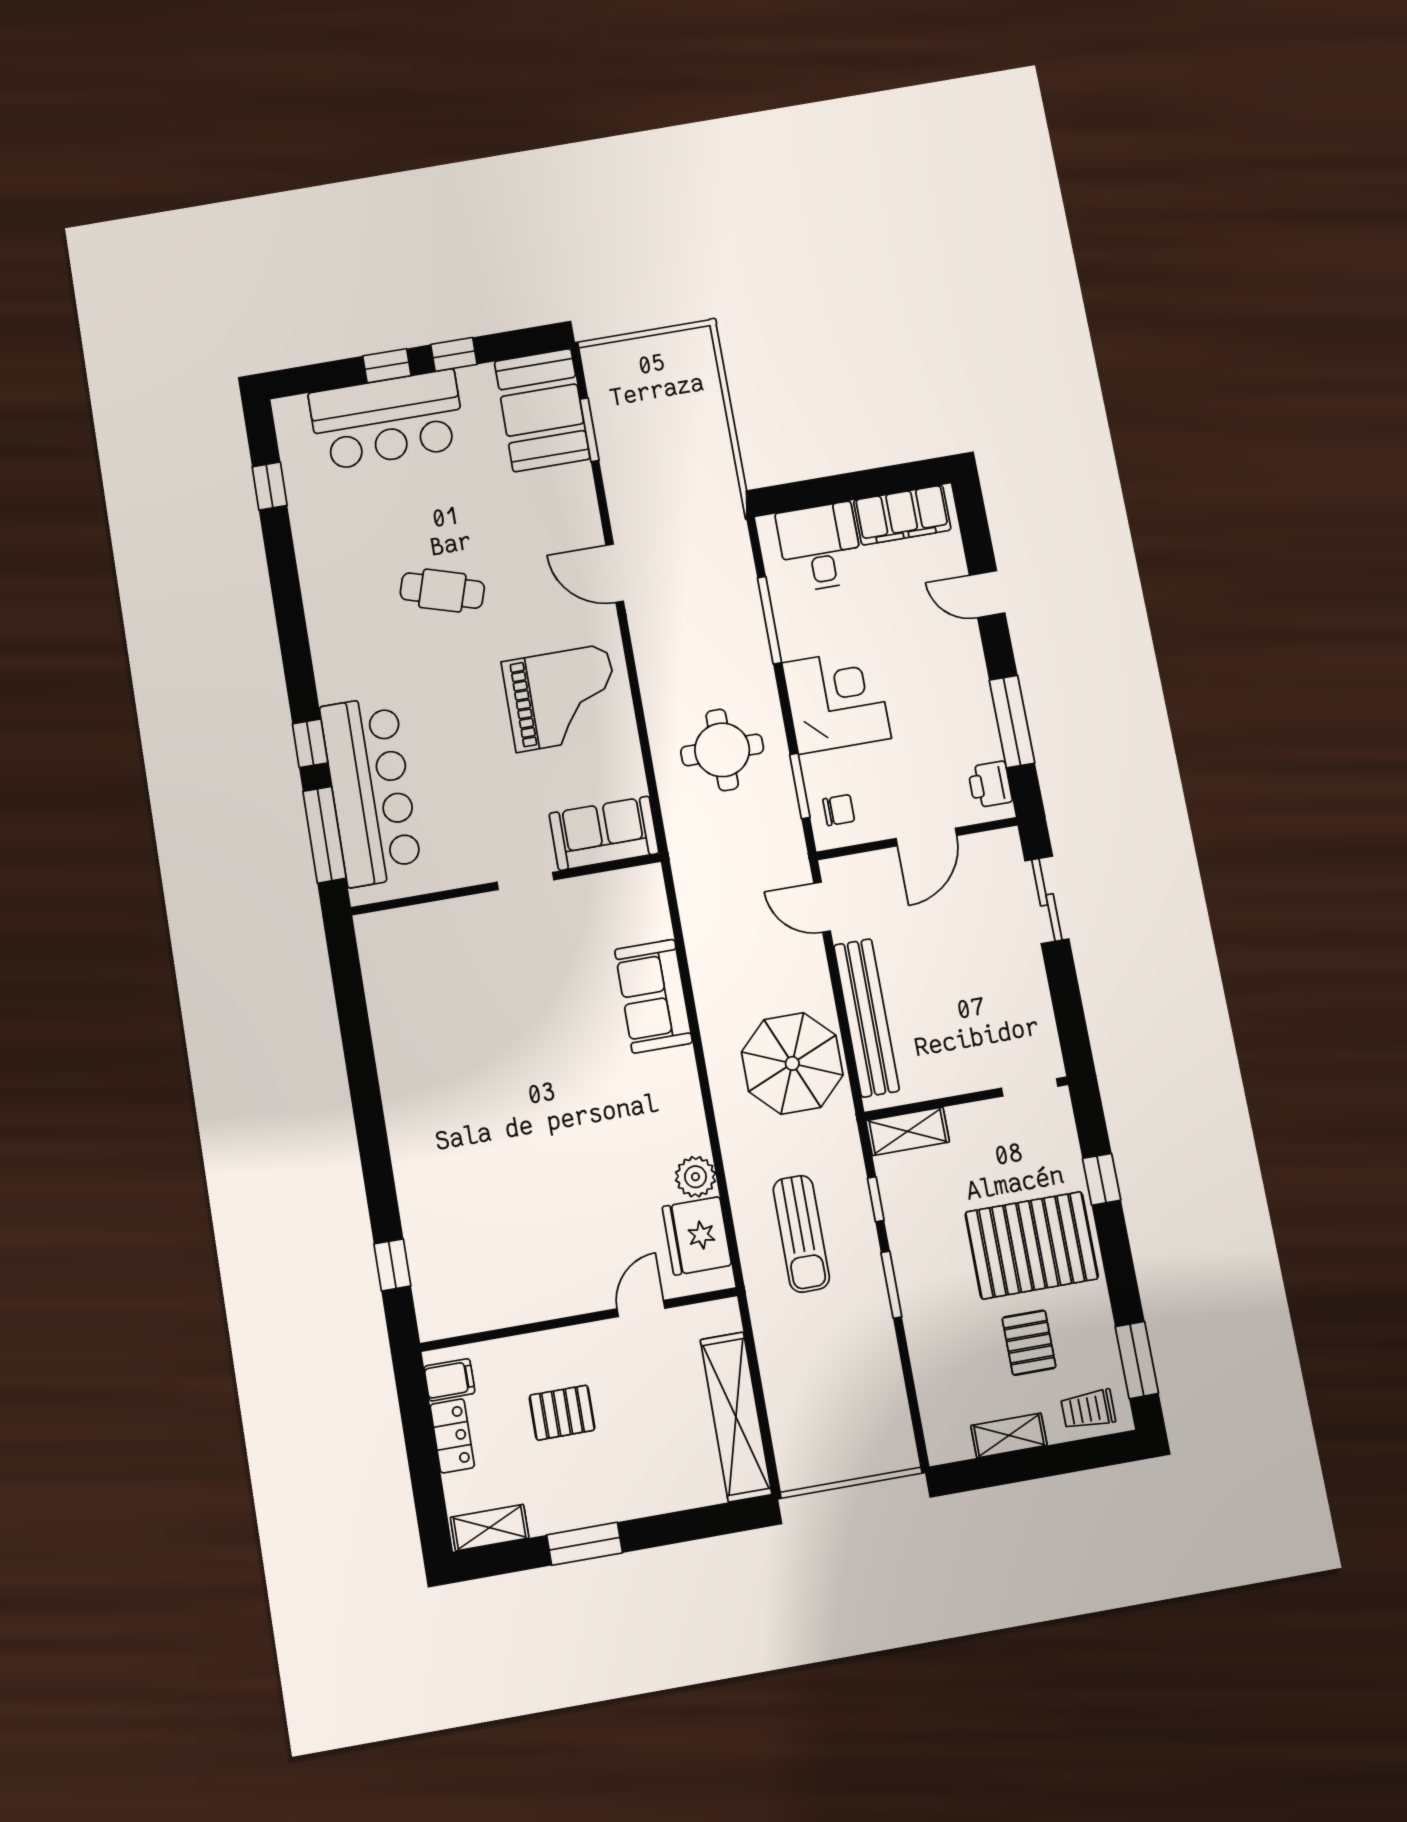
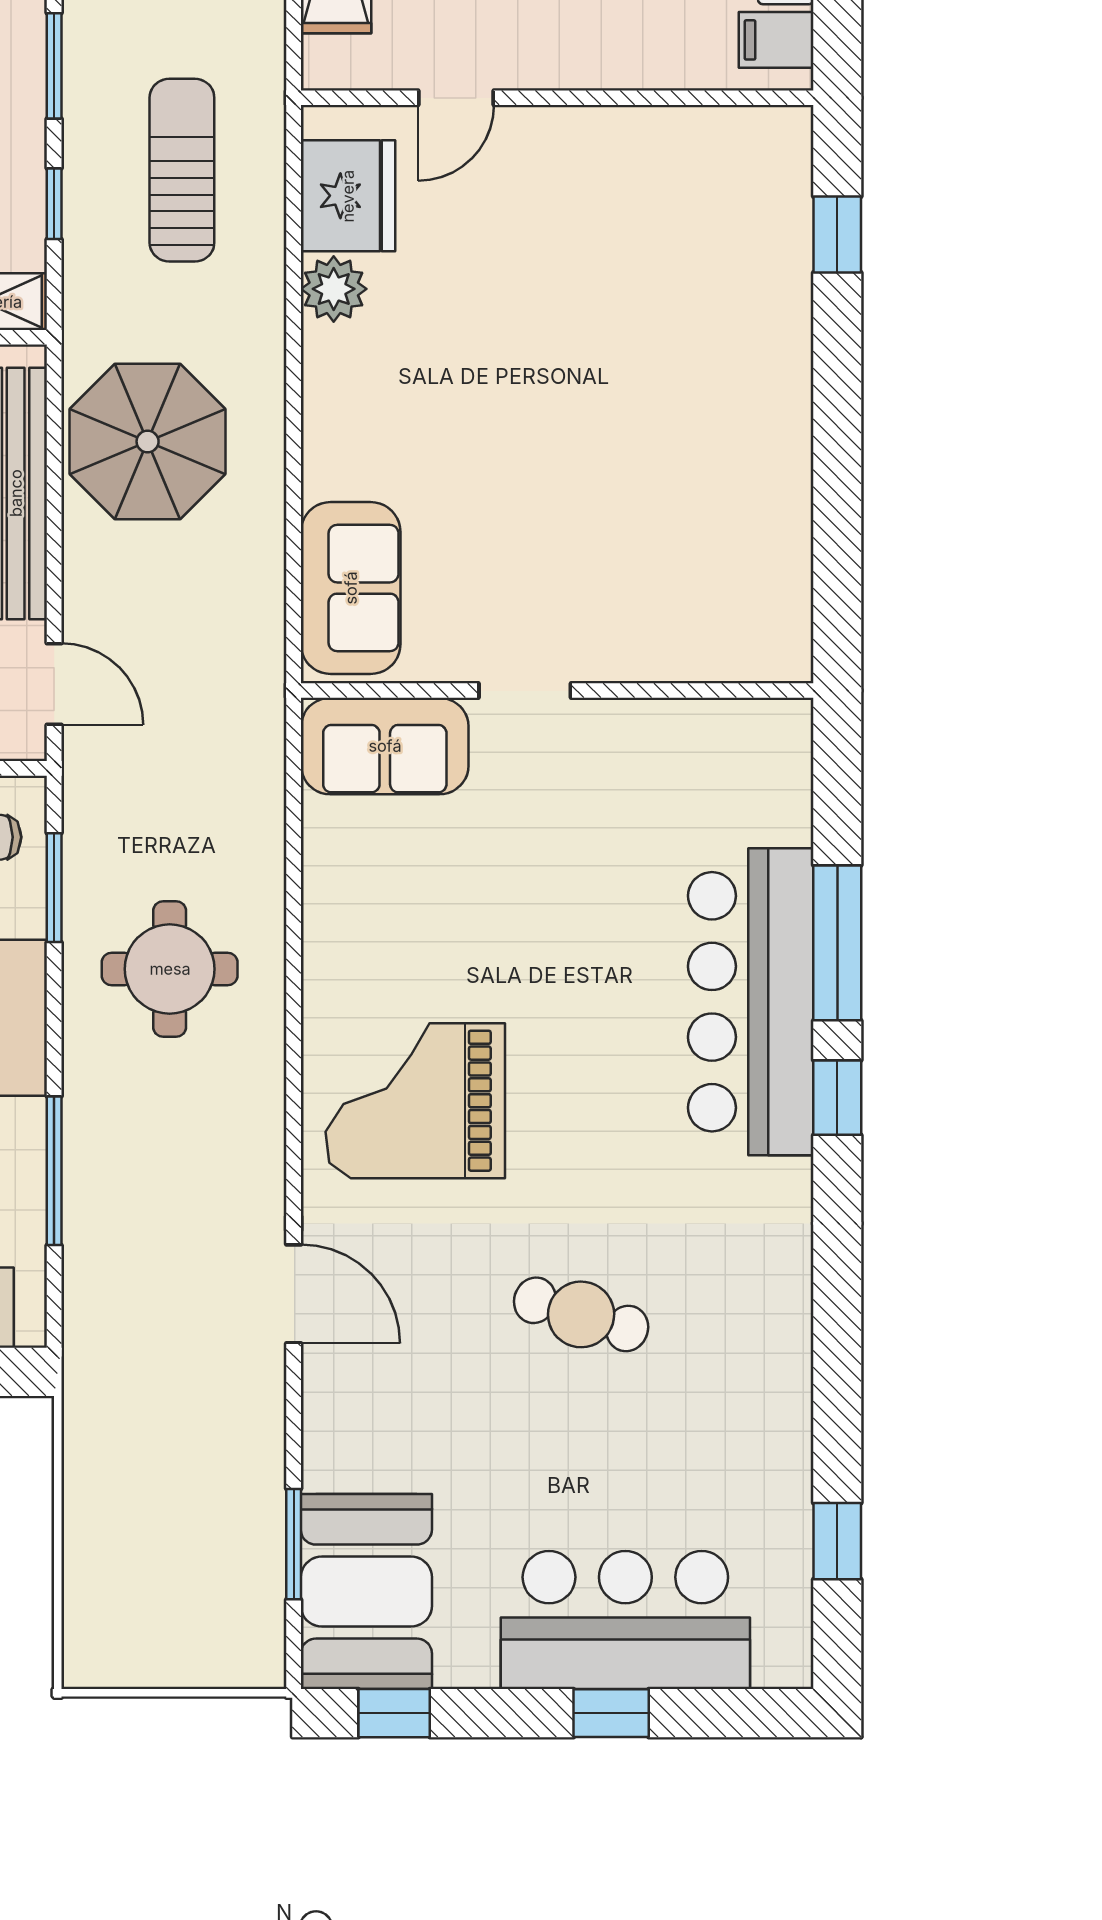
window: (454, 354) -> (394, 1713), moved
sofa: (604, 833) -> (385, 746), moved
doorway: (525, 881) -> (525, 691), moved
wall: (506, 884) -> (557, 691), moved

